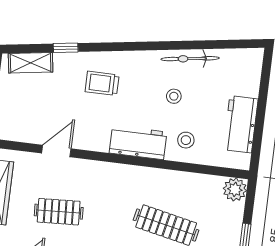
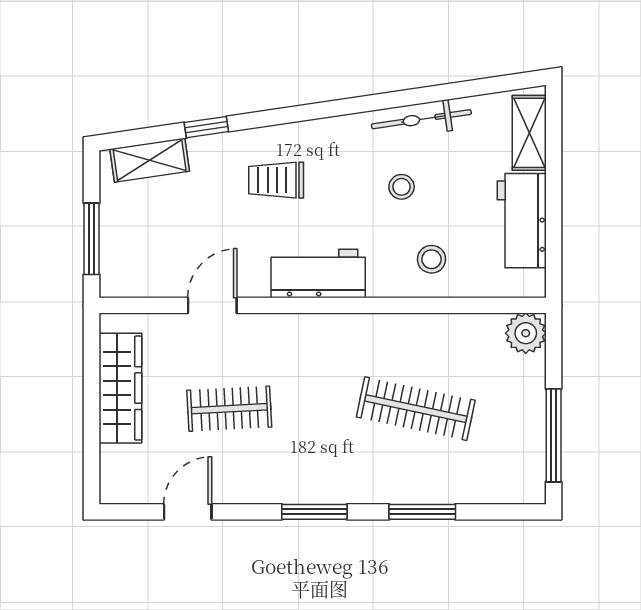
shelving: (251, 74) -> (529, 133), added
workbench: (138, 142) -> (318, 274), moved

